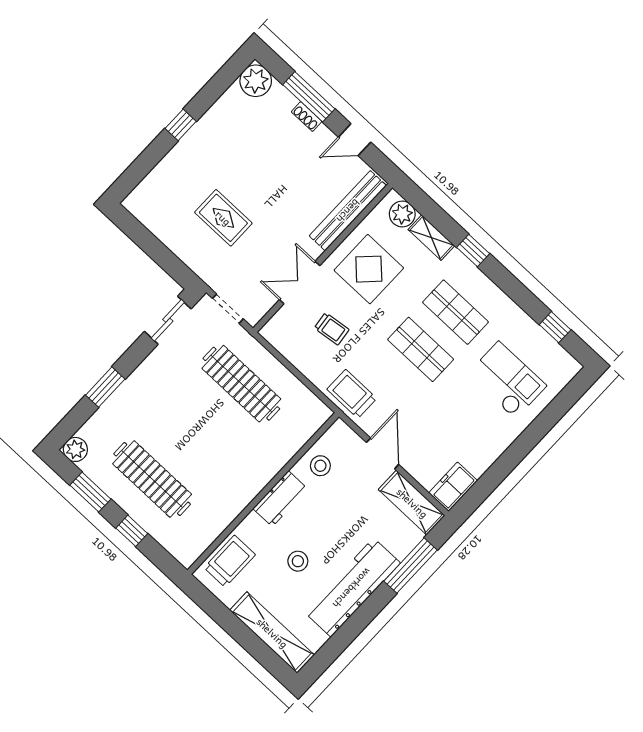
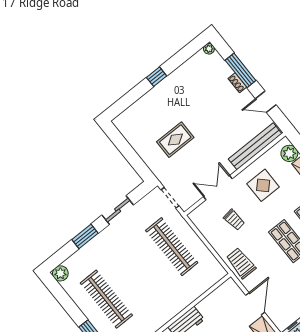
plant: (256, 81) -> (209, 49), width x0.53, depth x0.53
rug: (223, 218) -> (175, 140), turned 90
display table: (369, 269) -> (263, 185), width x0.73, depth x0.73
sliding door: (168, 320) -> (118, 210), moved
stool: (320, 466) -> (215, 306), removed
window: (90, 492) -> (66, 302), removed

